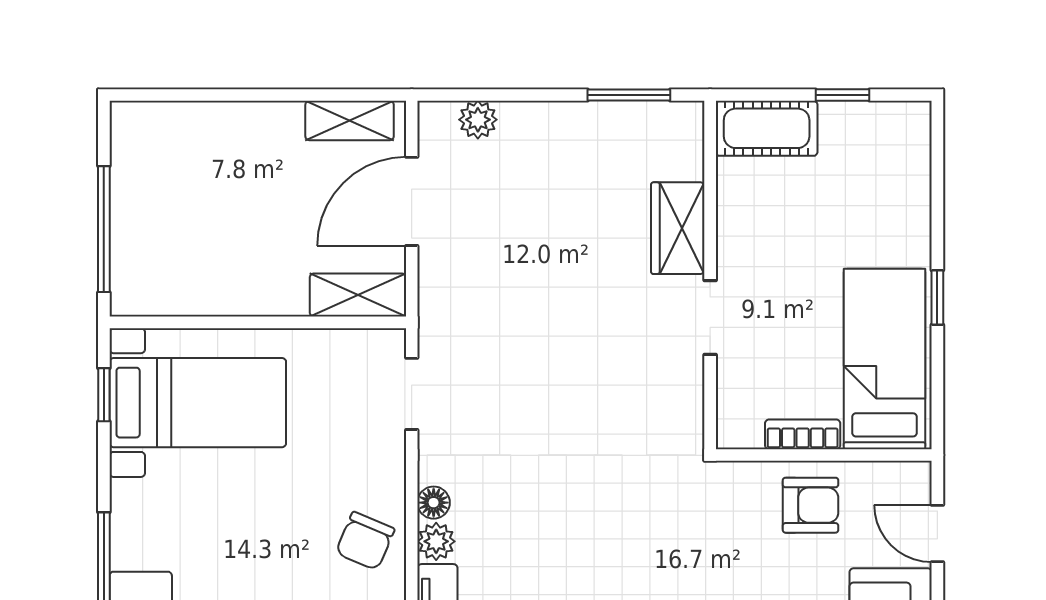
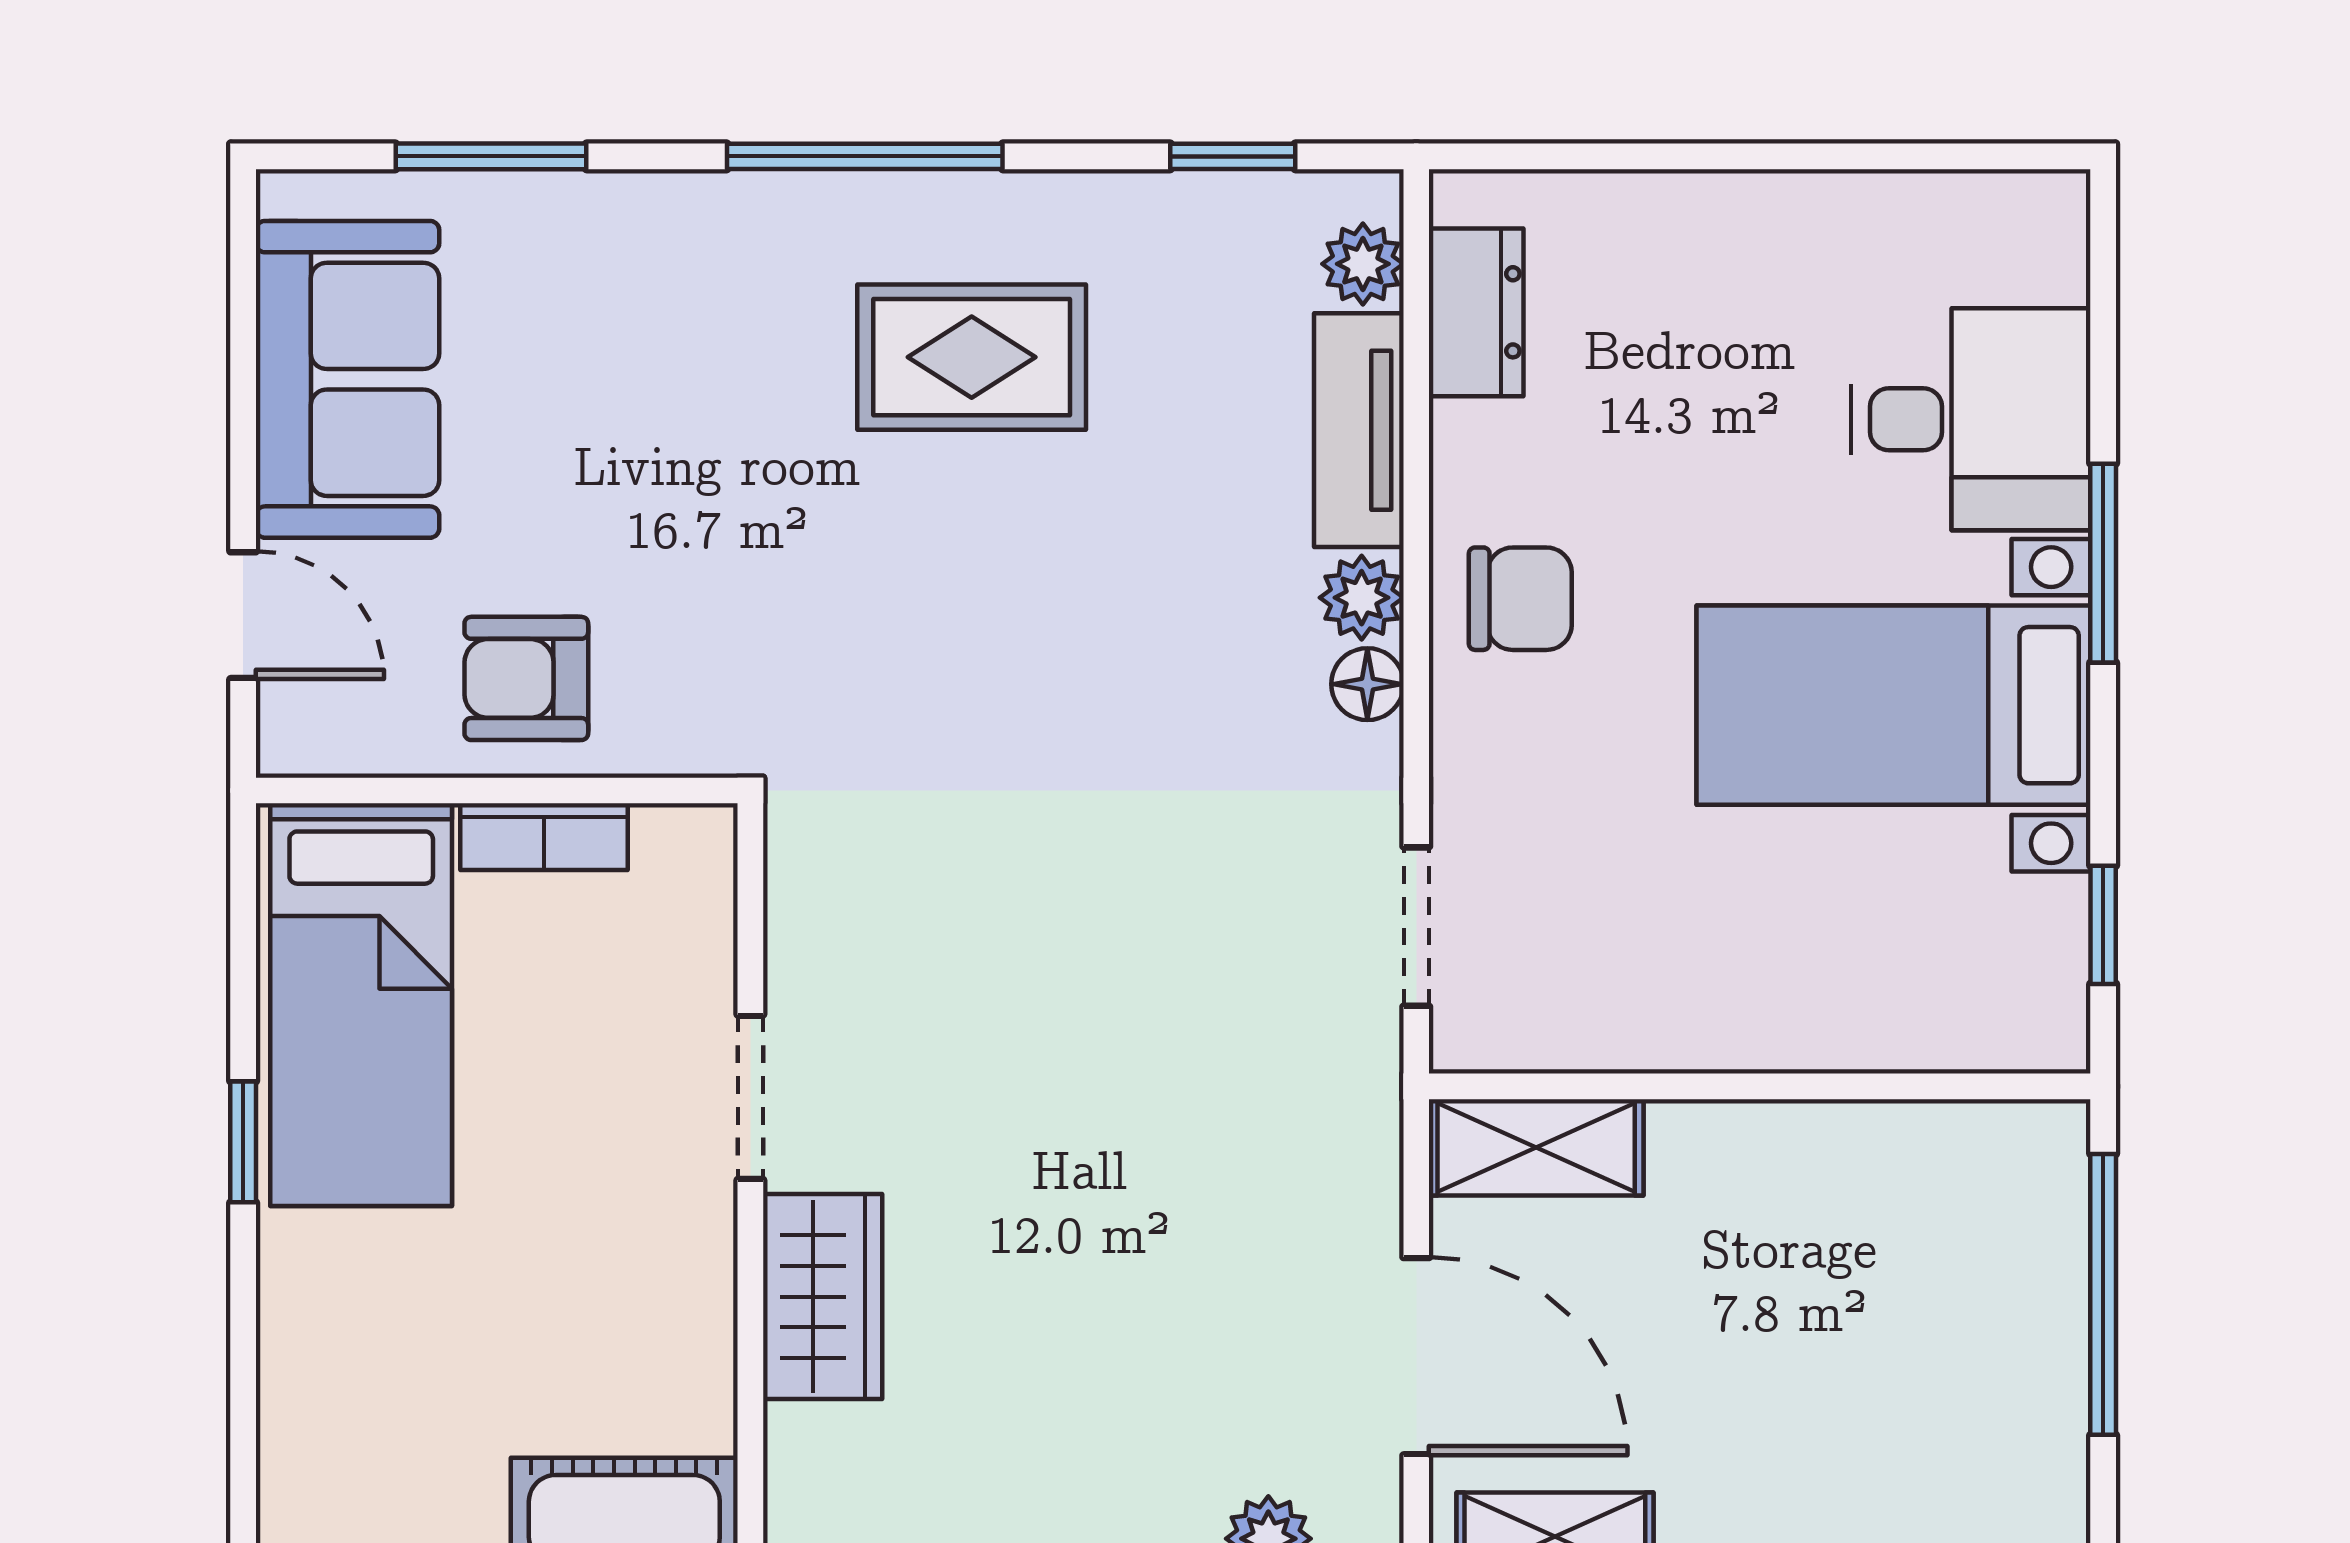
door: (412, 201) -> (1416, 1356), hinge flipped
bed with nightstands: (198, 403) -> (1894, 705), moved
chair: (365, 541) -> (1520, 599), turned 67

